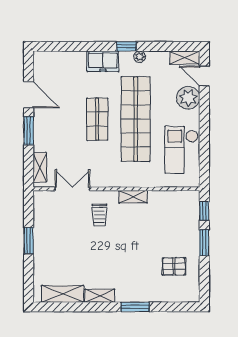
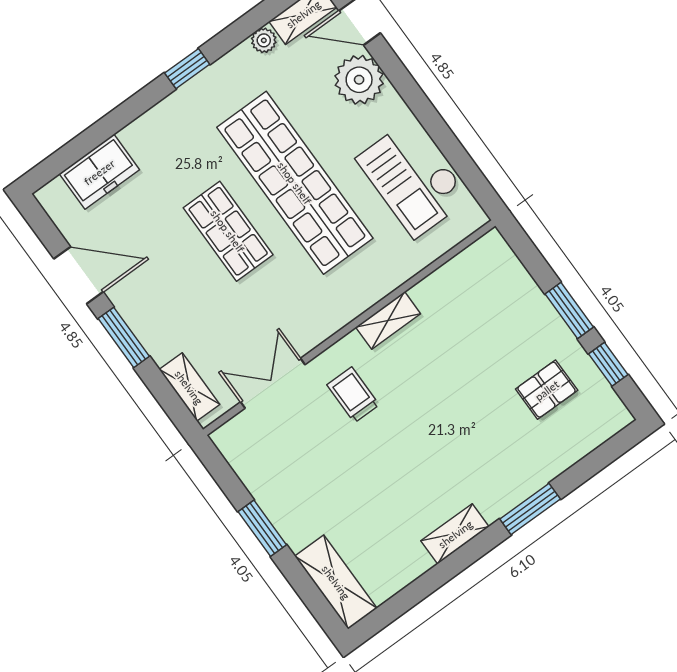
plant: (140, 57) -> (264, 40), moved
freezer: (103, 61) -> (99, 172), moved
window: (204, 211) -> (608, 364), moved
trolley: (99, 215) -> (353, 395), turned 180
shelving: (63, 294) -> (336, 582), moved, turned 90

